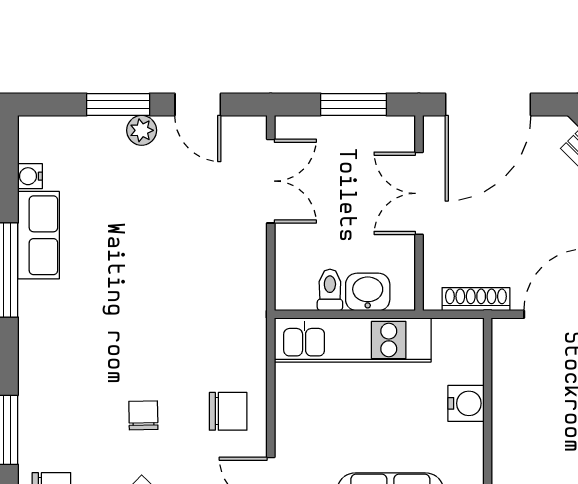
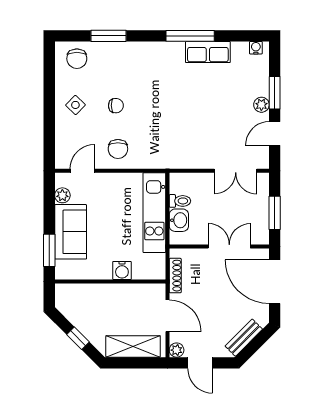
water cooler: (30, 176) -> (256, 48), moved

